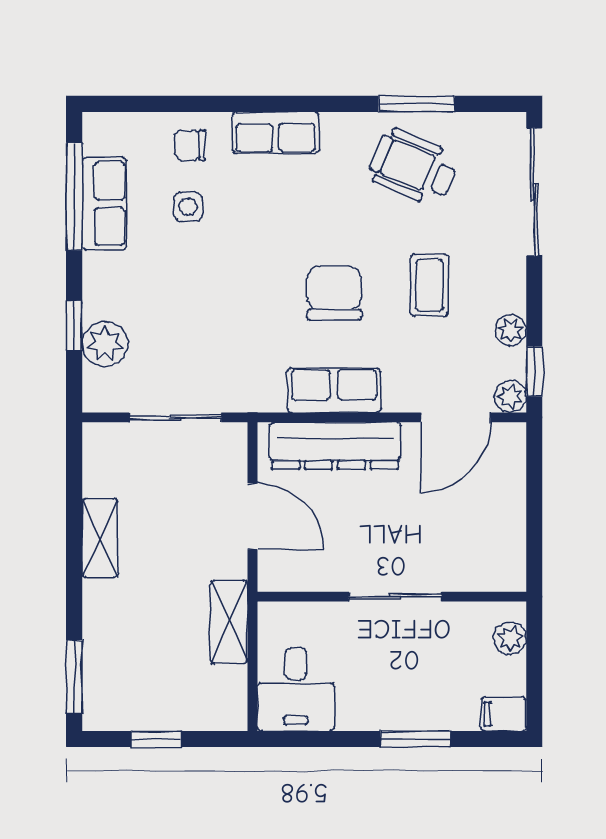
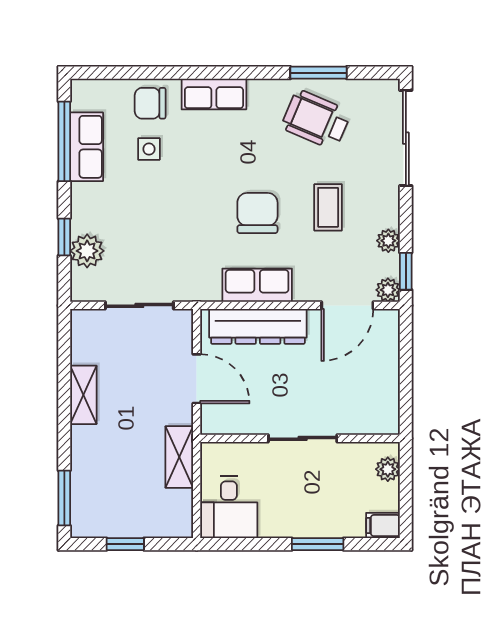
chair: (190, 145) -> (150, 103), width x1.37, depth x1.37

